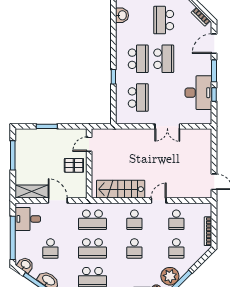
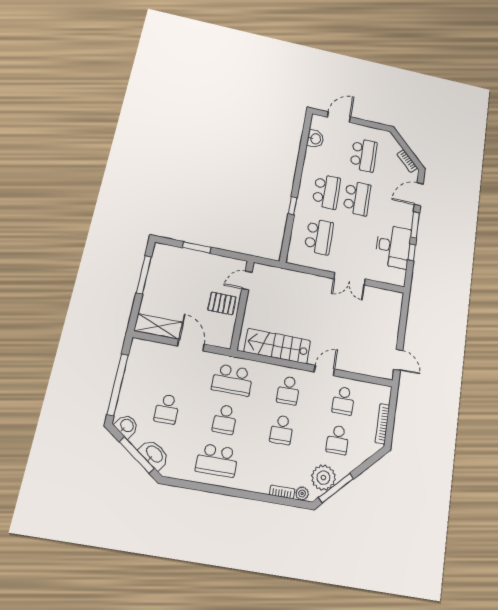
school desk: (164, 20) -> (364, 155), turned 180
desk: (28, 219) -> (145, 362), removed
school desk: (92, 248) -> (225, 419), width x0.54

